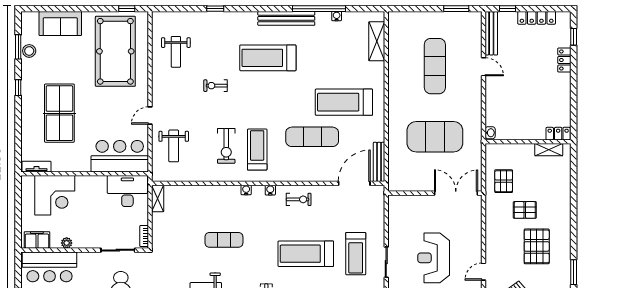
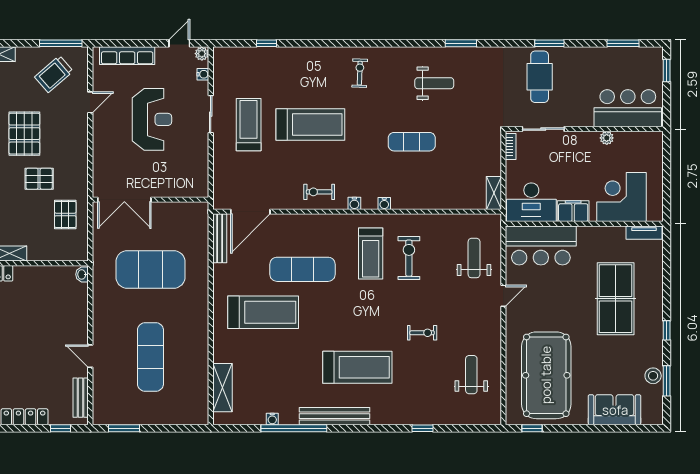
bench: (491, 33) -> (81, 398), width x0.73
filing cabinet: (37, 240) -> (573, 211), moved, turned 180

